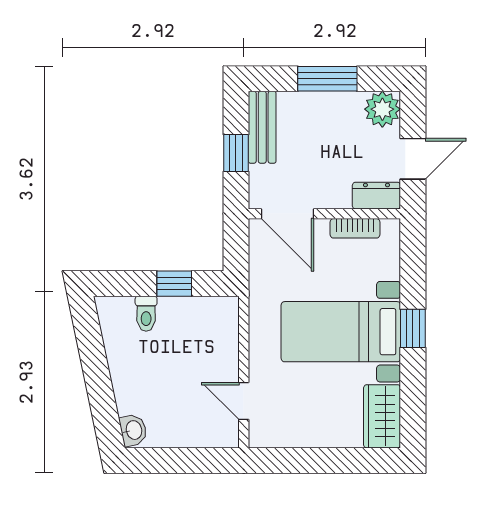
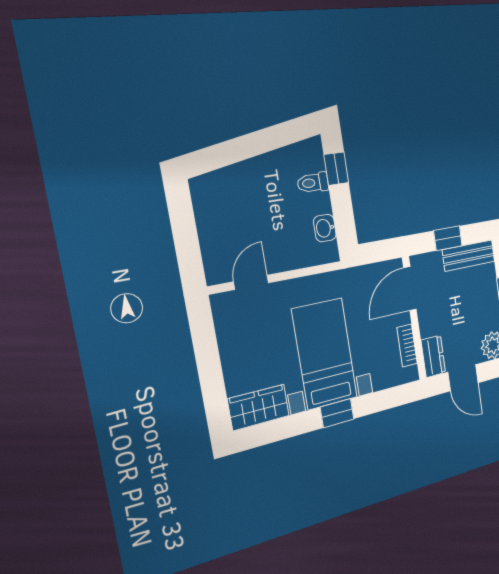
window: (174, 284) -> (336, 169), moved
washbasin: (133, 430) -> (325, 228), moved, turned 102

